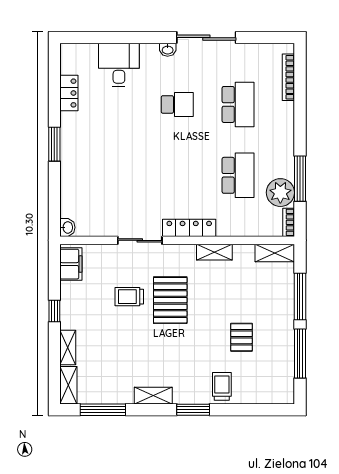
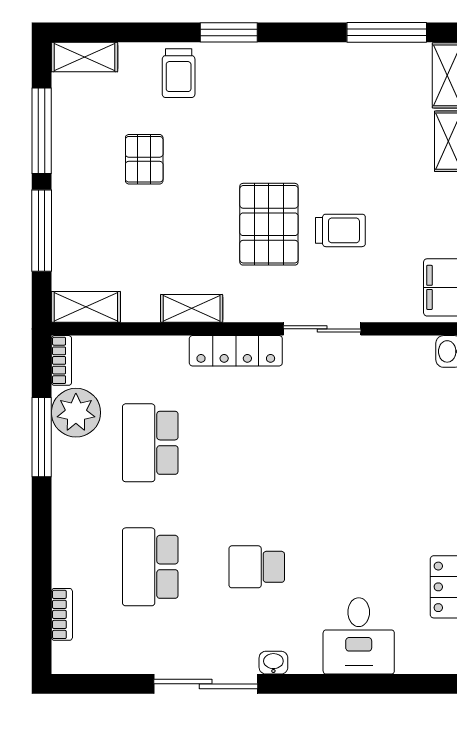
bookcase: (288, 77) -> (62, 614), width x0.64
shelving: (153, 396) -> (84, 57), moved

